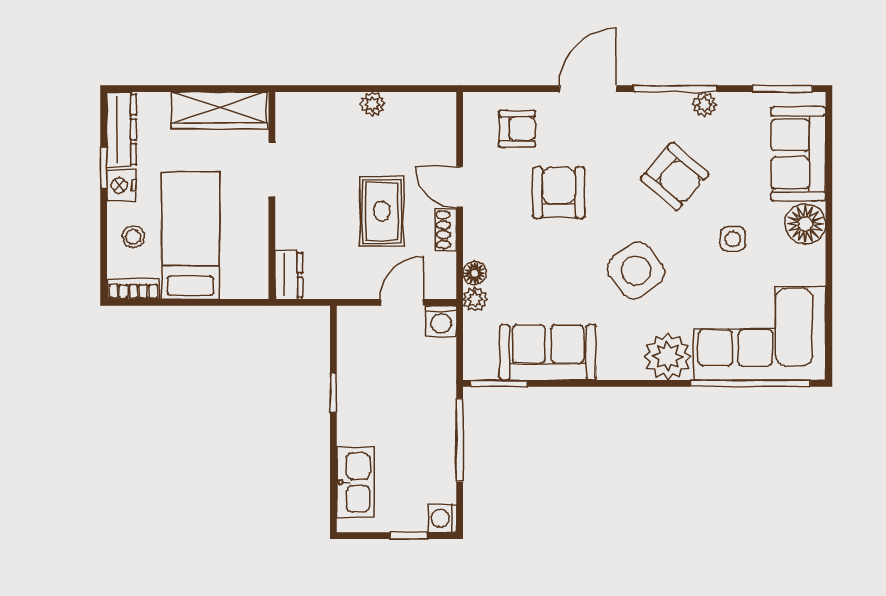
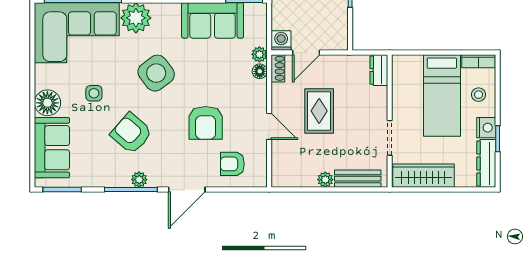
plant: (704, 104) -> (139, 180), moved
bench: (321, 106) -> (358, 179), added
shoe rack: (446, 230) -> (278, 68), moved

